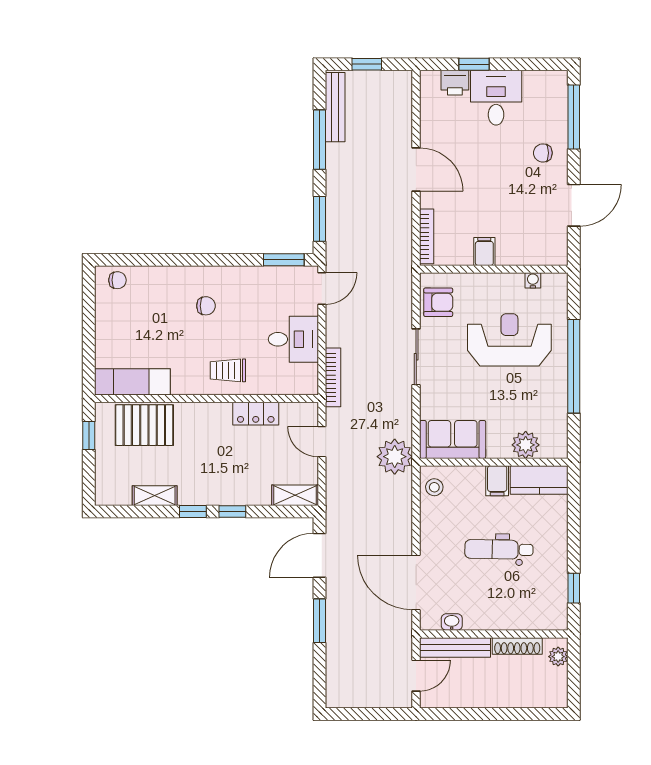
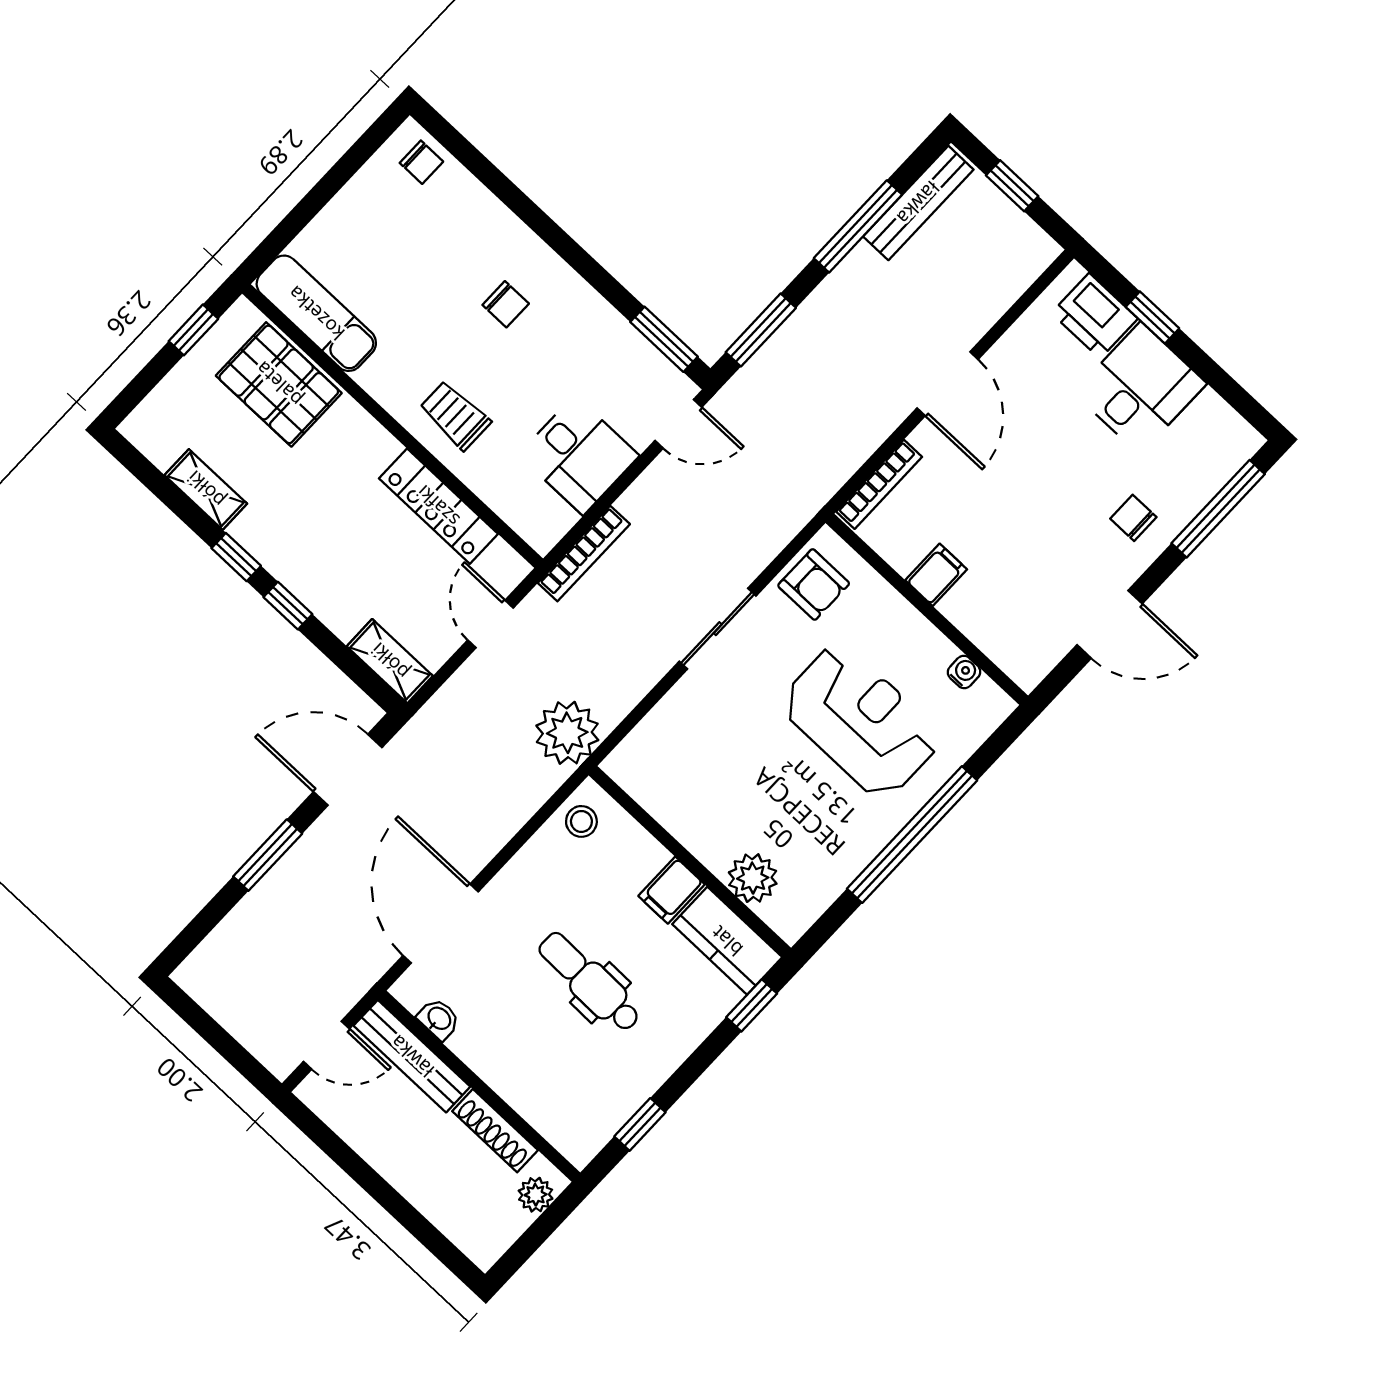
printer: (455, 83) -> (1095, 316), width x1.36, depth x1.24
locker: (256, 414) -> (438, 506), width x1.53
sofa: (453, 439) -> (664, 782), removed
window: (574, 497) -> (752, 1005), added

